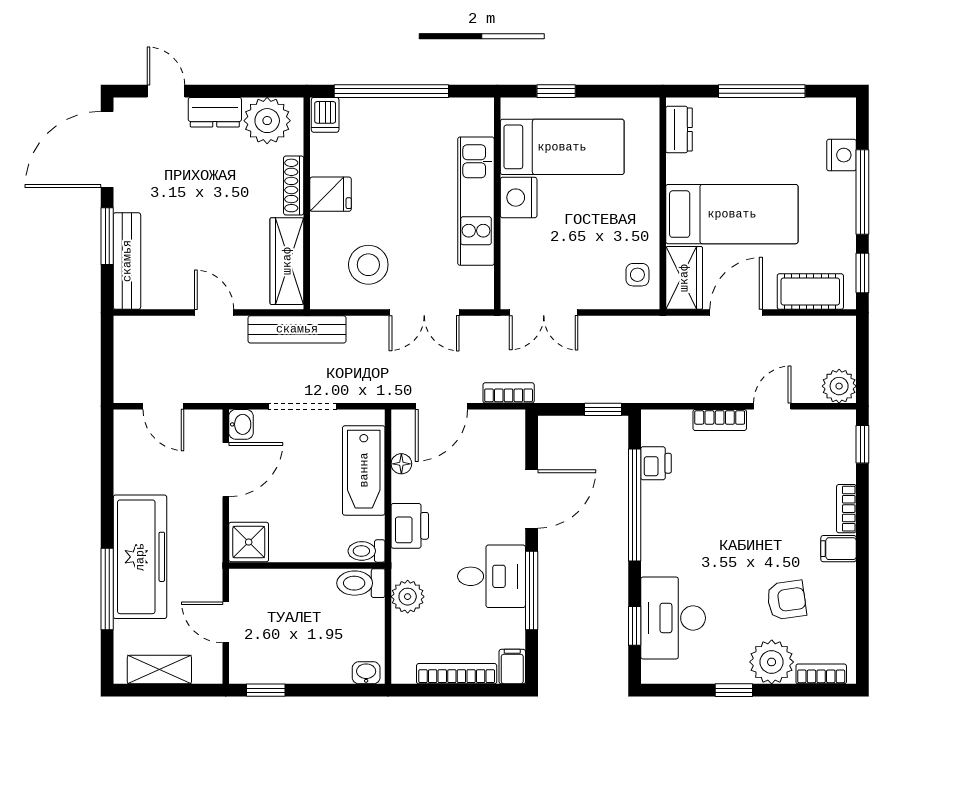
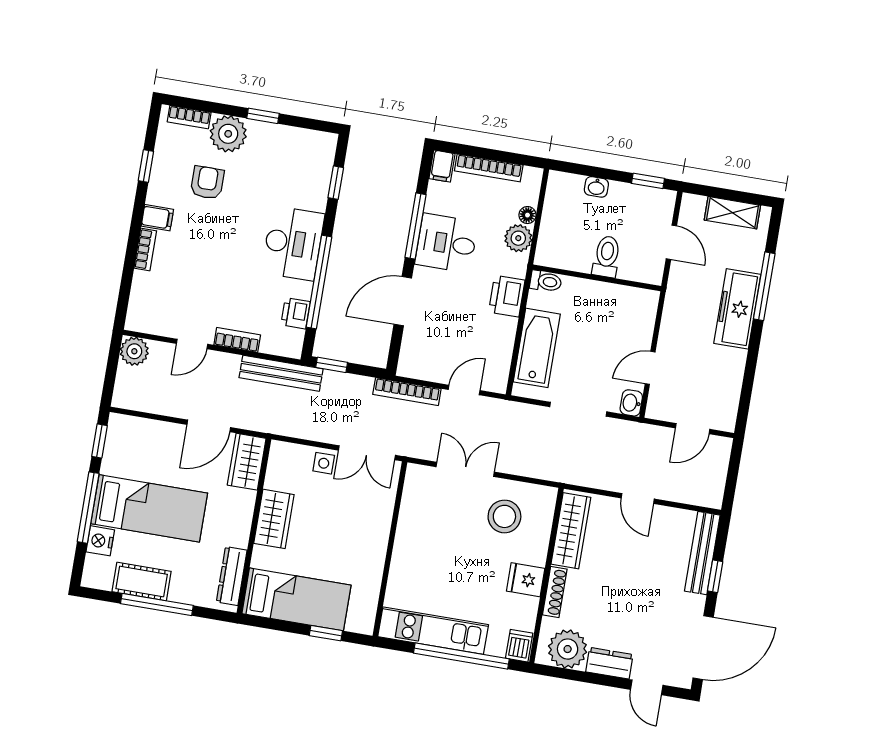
dresser: (679, 130) -> (232, 576), width x1.44
bed: (562, 147) -> (296, 599), moved, turned 180
nightstand: (519, 198) -> (372, 551), removed
kitchen unit: (476, 201) -> (433, 631), moved, turned -90
bed: (732, 214) -> (149, 508), moved, turned 180
wardrobe: (640, 216) -> (274, 519), added
window: (107, 236) -> (715, 576), width x0.67
side table: (637, 275) -> (324, 463), moved
cot: (810, 292) -> (142, 581), moved
double door: (544, 313) -> (367, 453), swing flipped
bench: (297, 329) -> (281, 373), moved
bookcase: (509, 393) -> (407, 392), width x1.56
door: (163, 406) -> (693, 429), swing flipped
door: (441, 406) -> (464, 390), width x0.73
window: (862, 444) -> (146, 166), moved
floor lamp: (401, 464) -> (527, 215), moved
door: (226, 470) -> (650, 368), width x0.73
shower: (249, 542) -> (641, 305), removed
freezer: (140, 557) -> (737, 309), width x0.73, depth x0.79
toilet: (361, 583) -> (607, 257), moved, turned -90
armchair: (787, 600) -> (207, 183), turned 98
desk: (673, 618) -> (293, 243), moved
washbasin: (366, 673) -> (596, 187), moved

